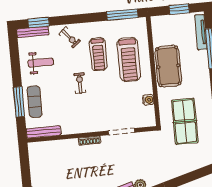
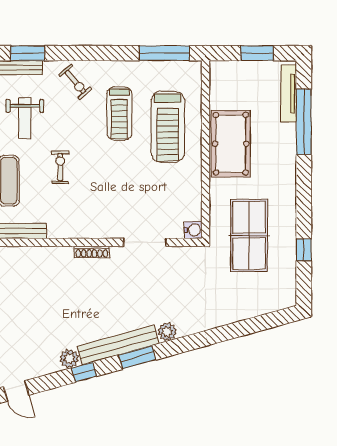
weight bench: (41, 63) -> (25, 118), turned 90
exercise bike: (80, 83) -> (60, 167), moved
water cooler: (148, 100) -> (193, 230), moved

